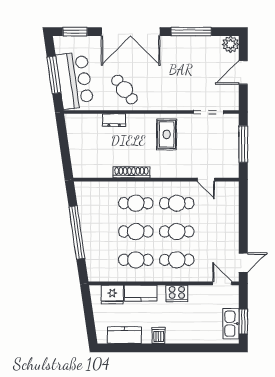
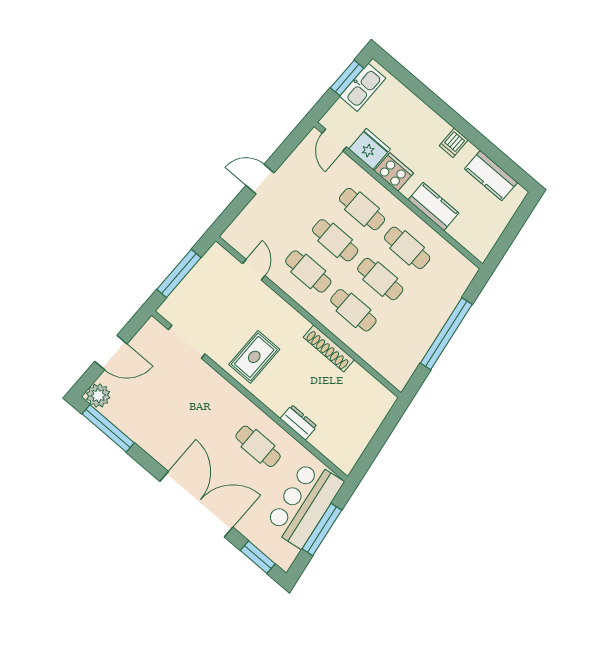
window: (191, 32) -> (108, 428), moved
cafe table: (125, 89) -> (258, 446), turned -52
door: (243, 263) -> (260, 179), moved
fridge: (112, 295) -> (370, 149), moved

